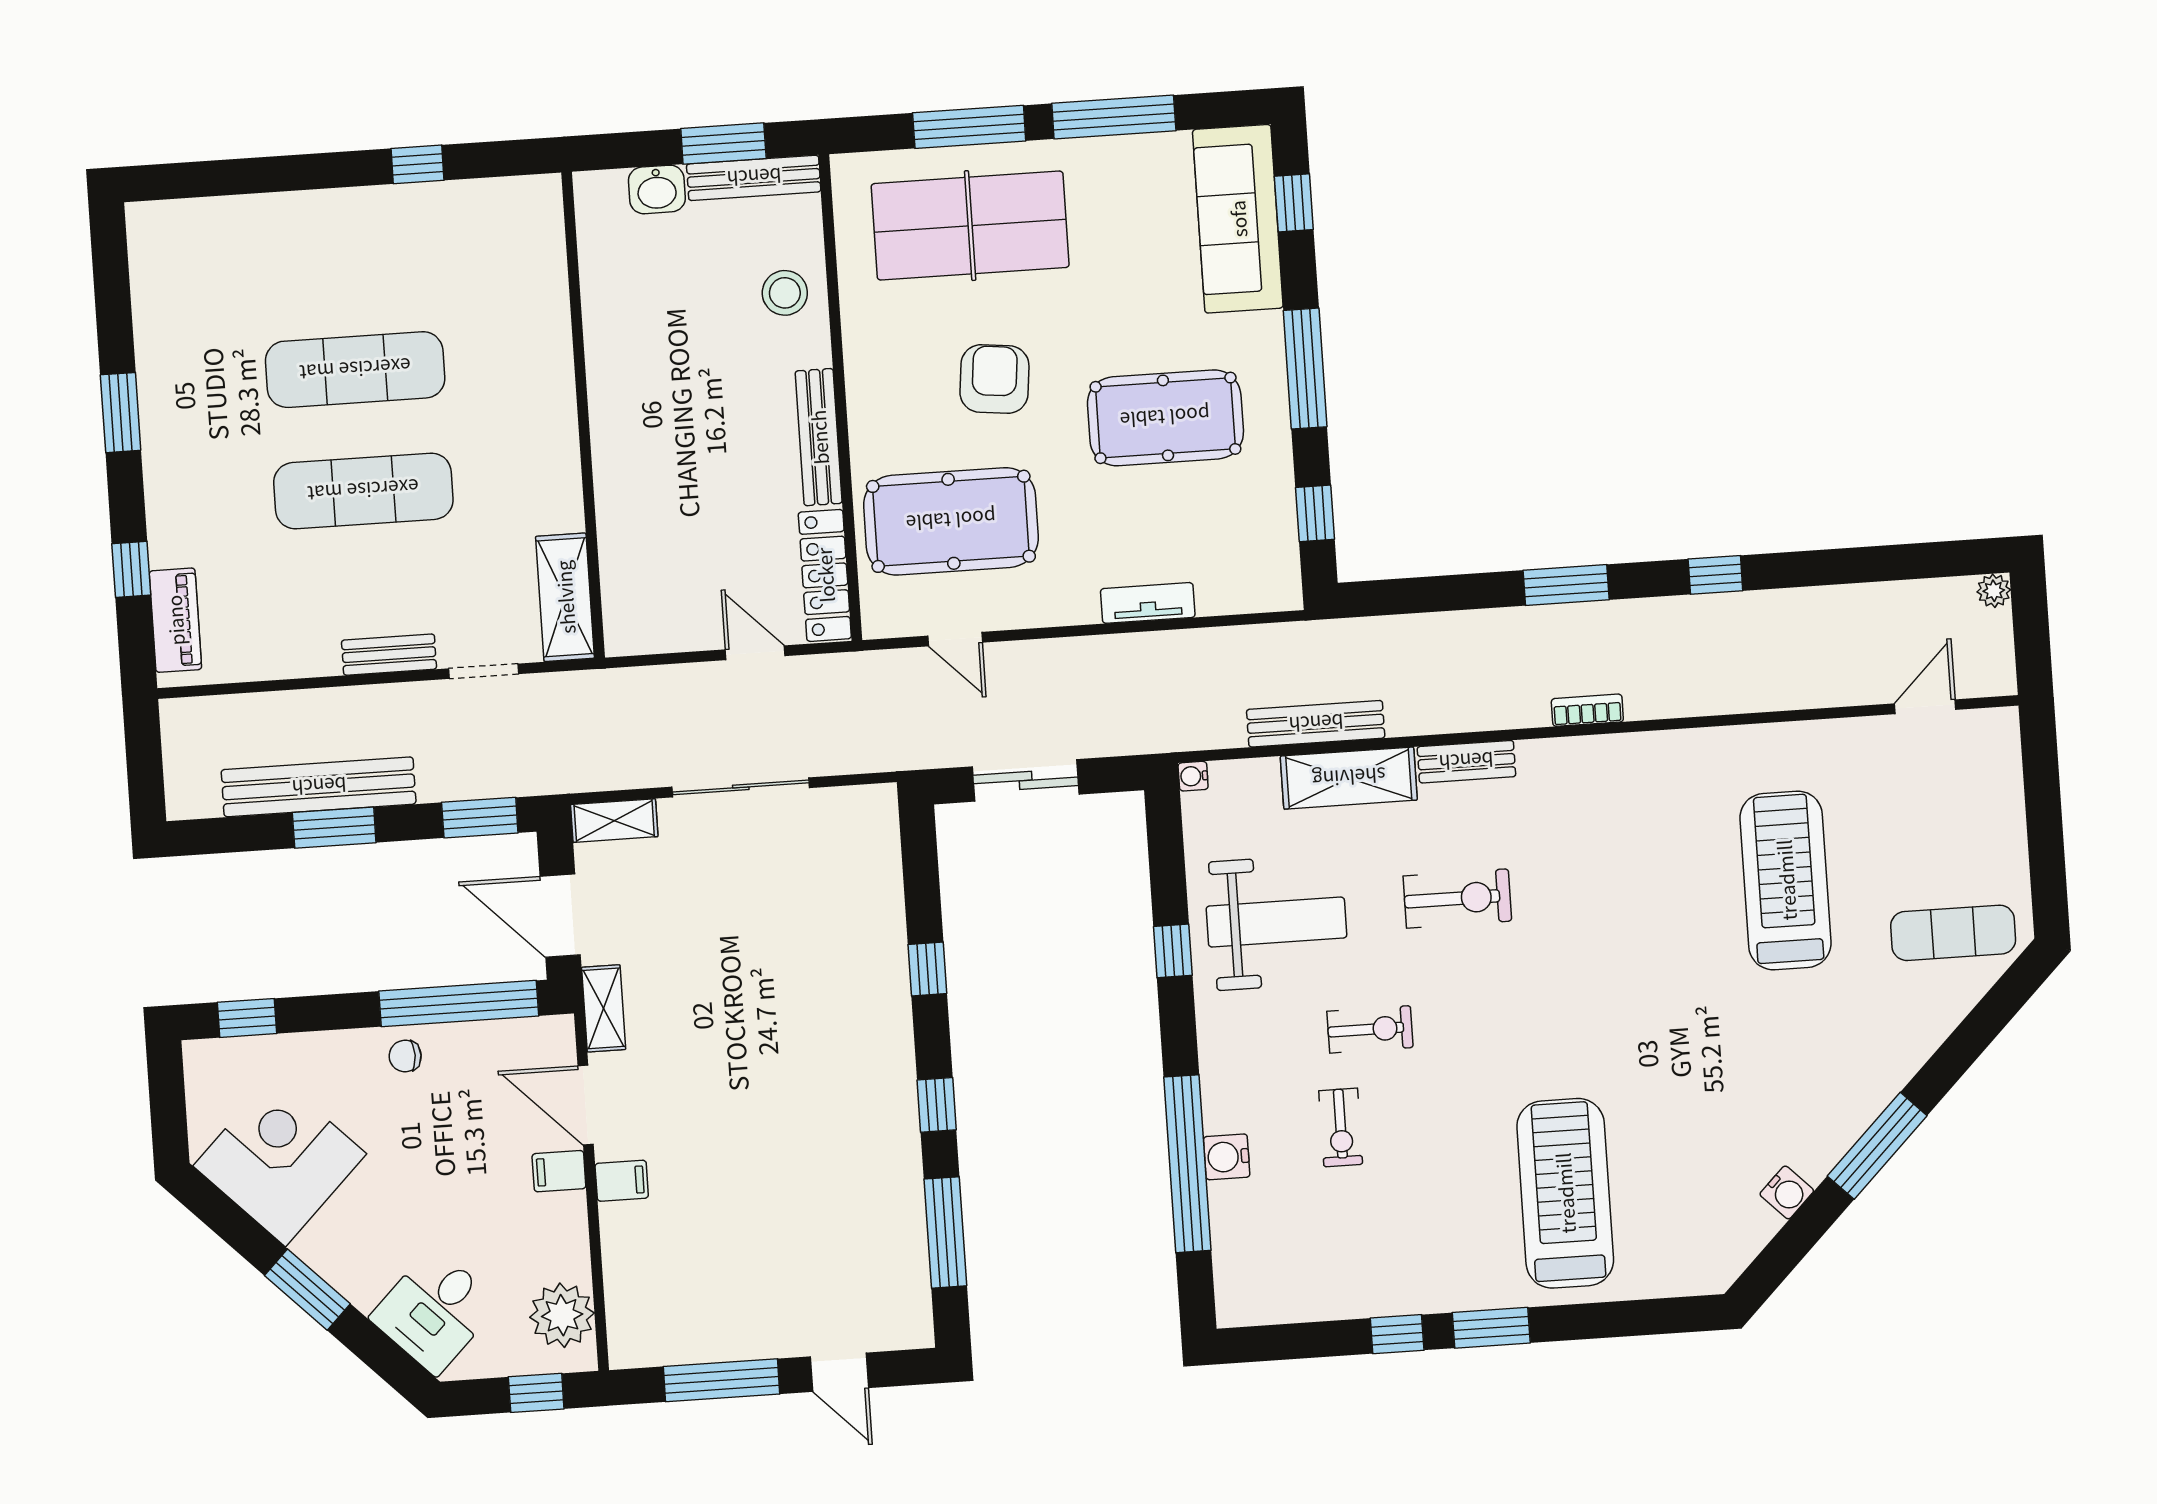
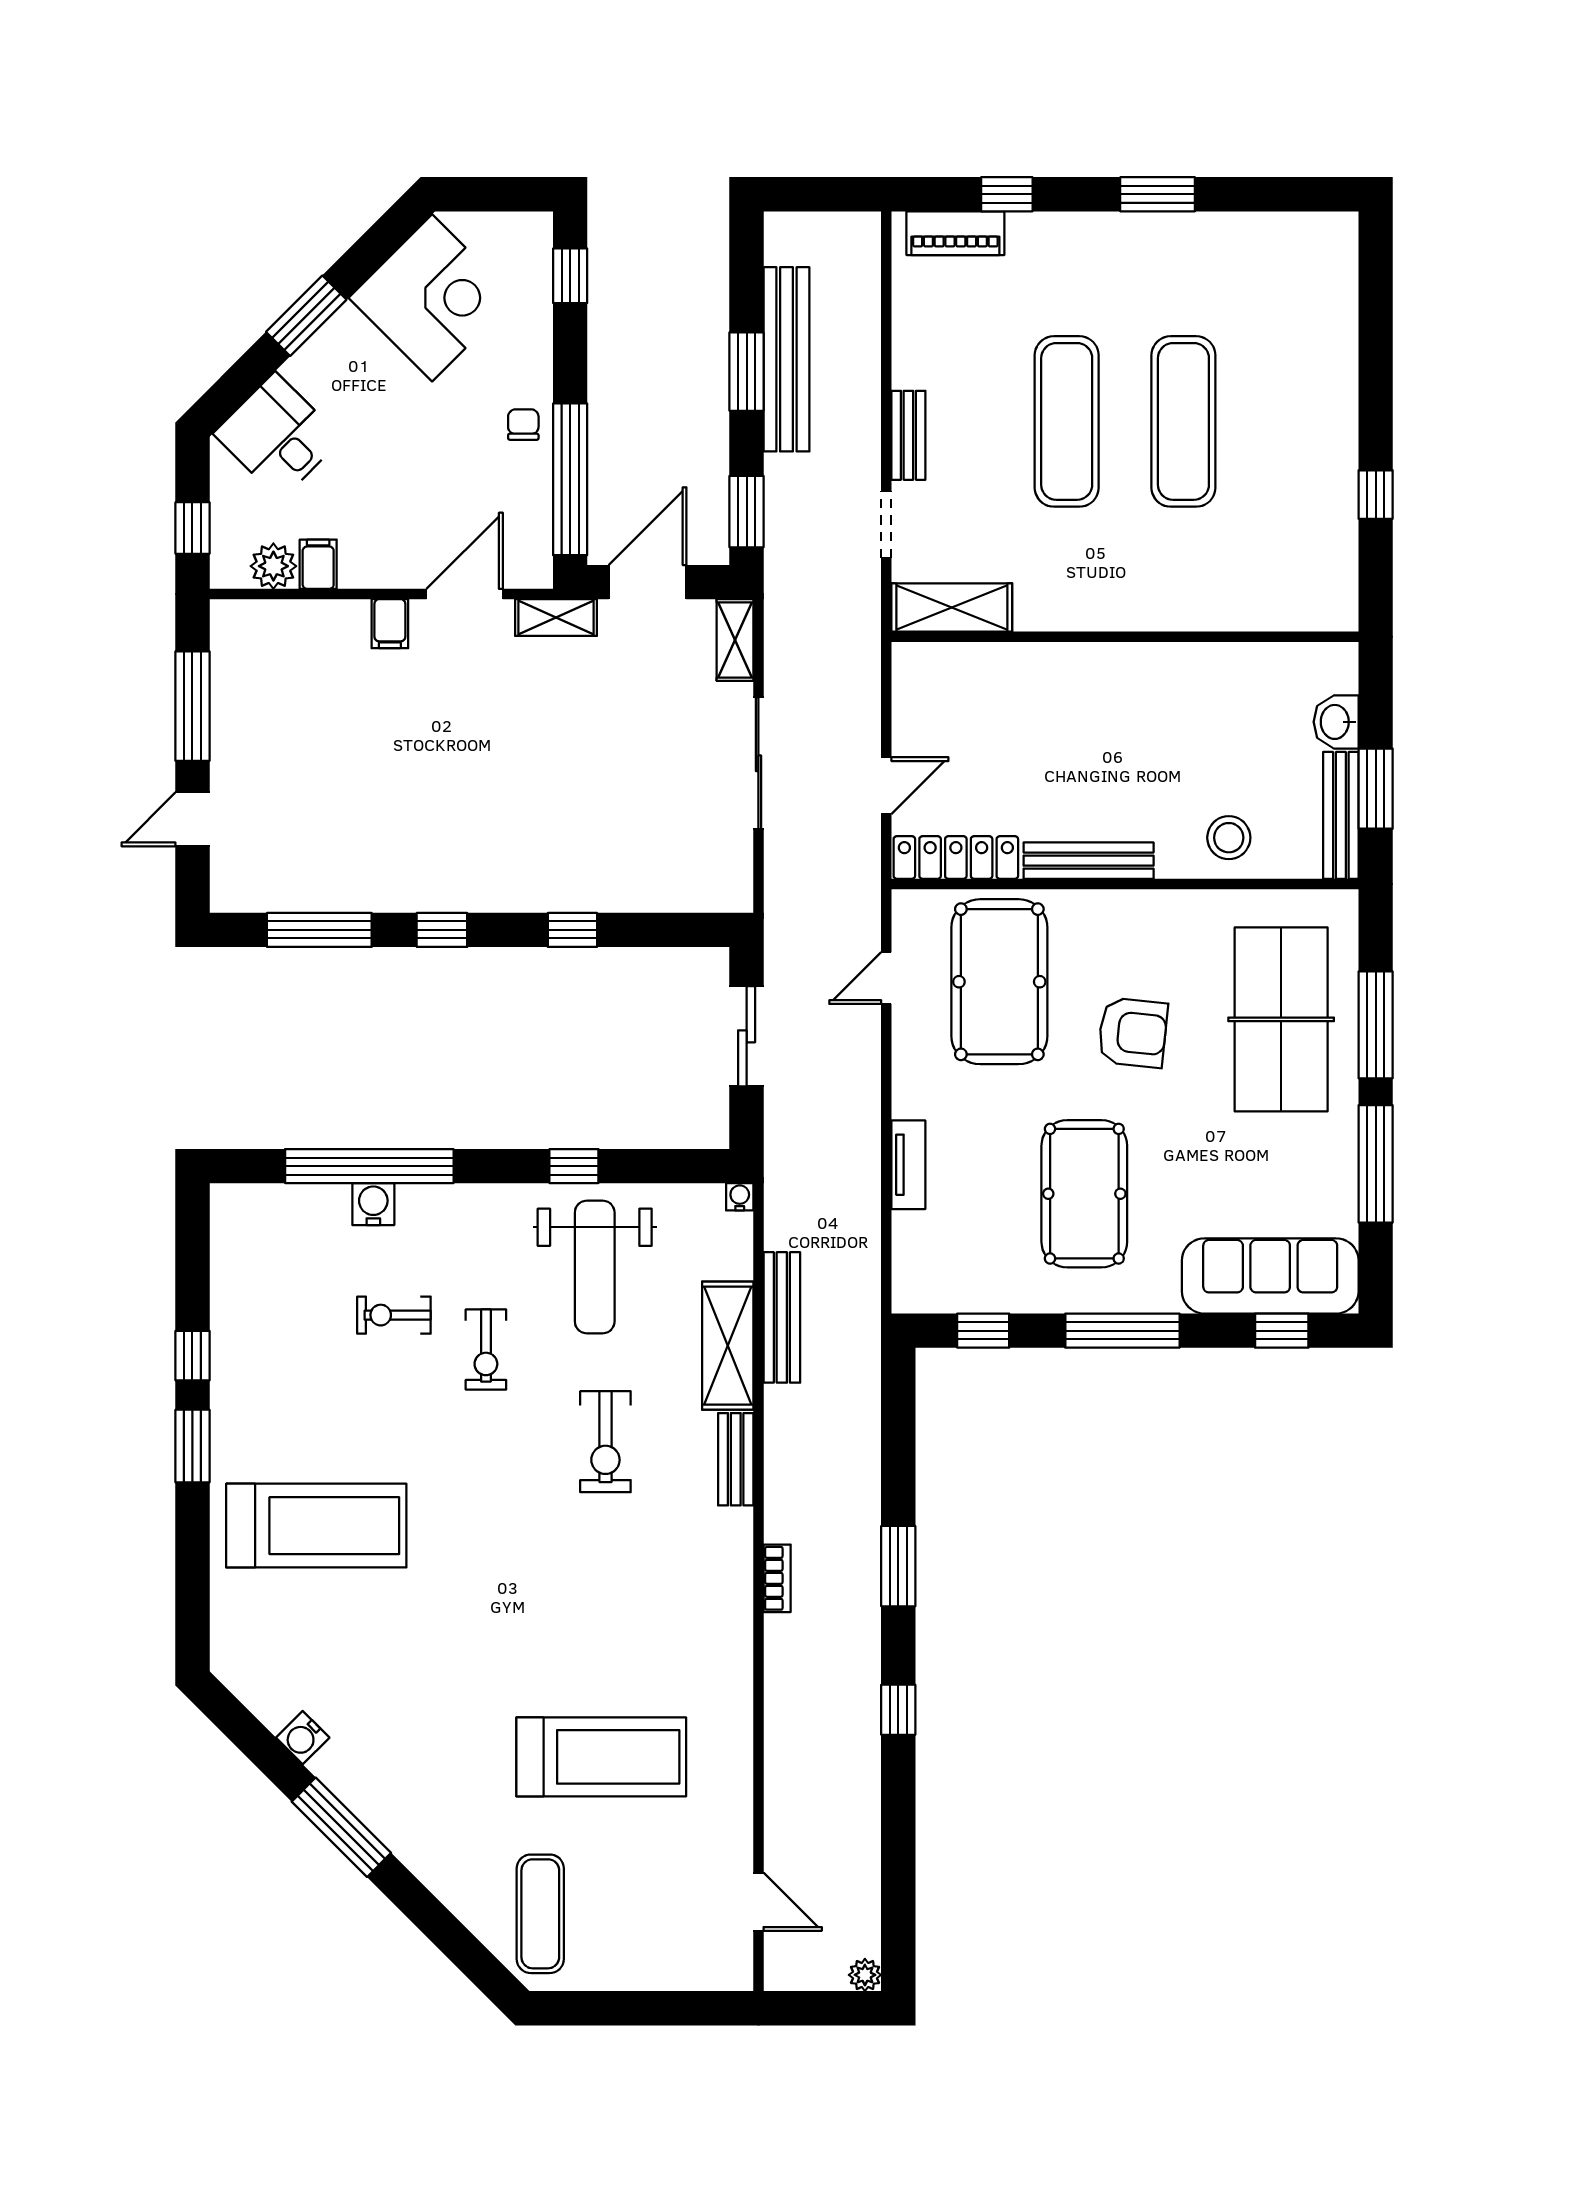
filing cabinet: (559, 1171) -> (318, 564), moved
plant: (562, 1315) -> (273, 566), width x0.73, depth x0.73

